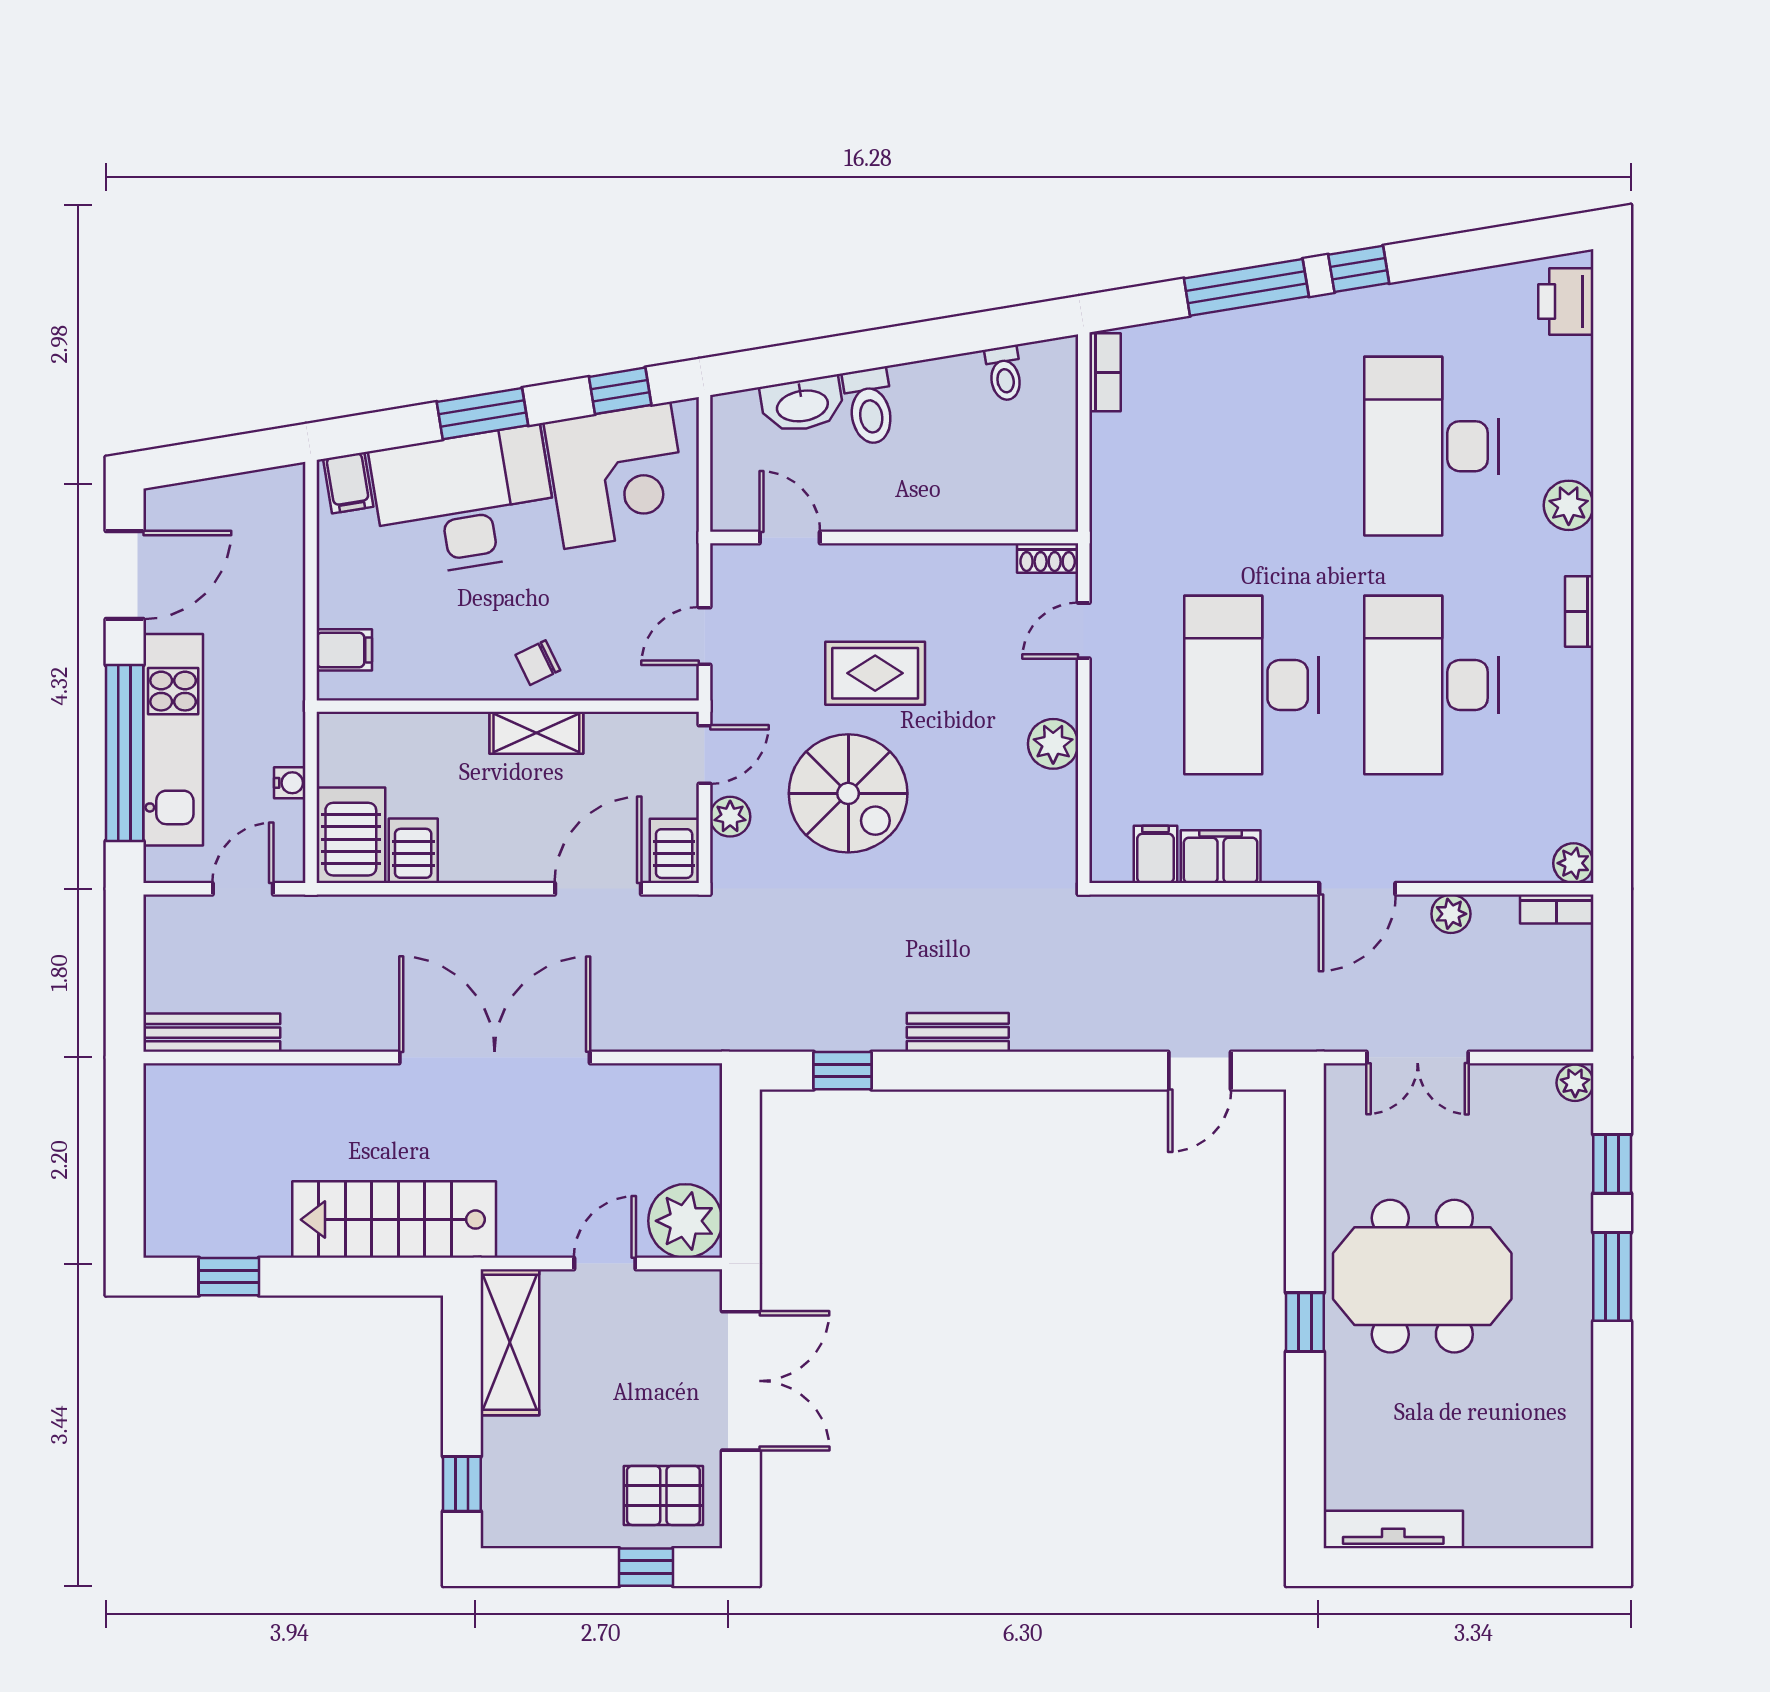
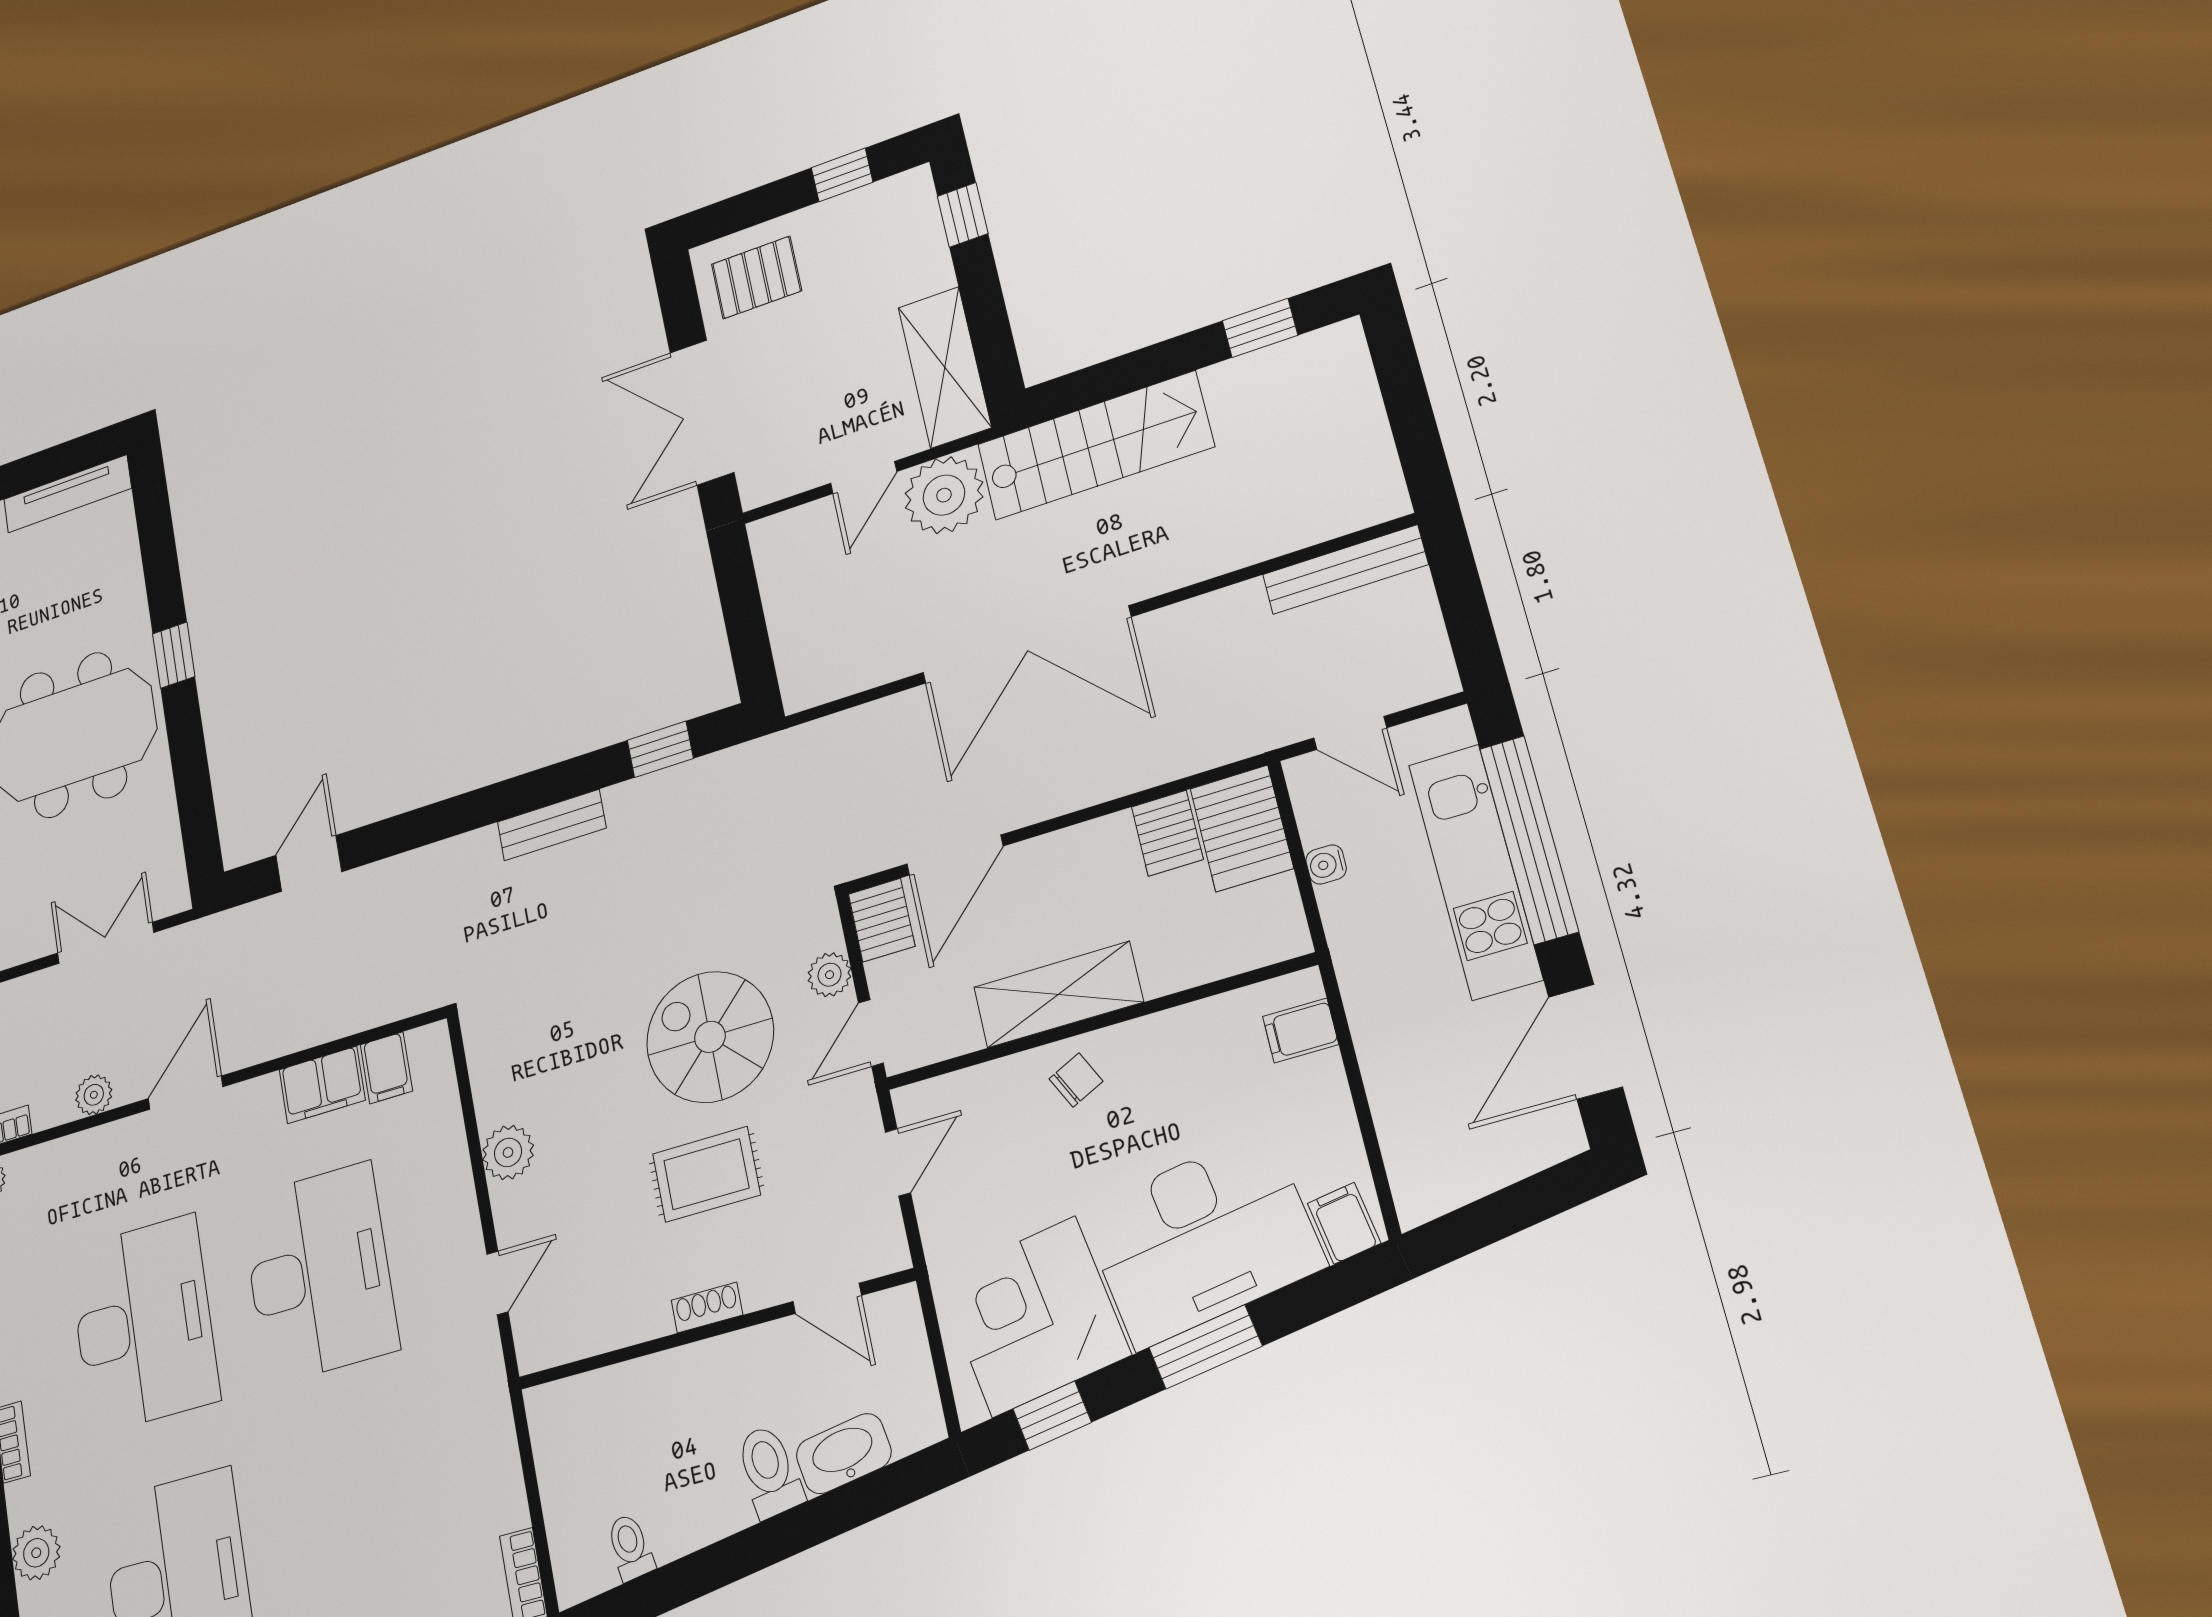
shoe rack: (1048, 558) -> (707, 1308), moved
shelving: (536, 733) -> (1058, 995), width x1.50, depth x1.33
door: (243, 889) -> (1350, 733), hinge flipped
plant: (685, 1221) -> (944, 495), moved
window: (646, 1567) -> (842, 175), moved

